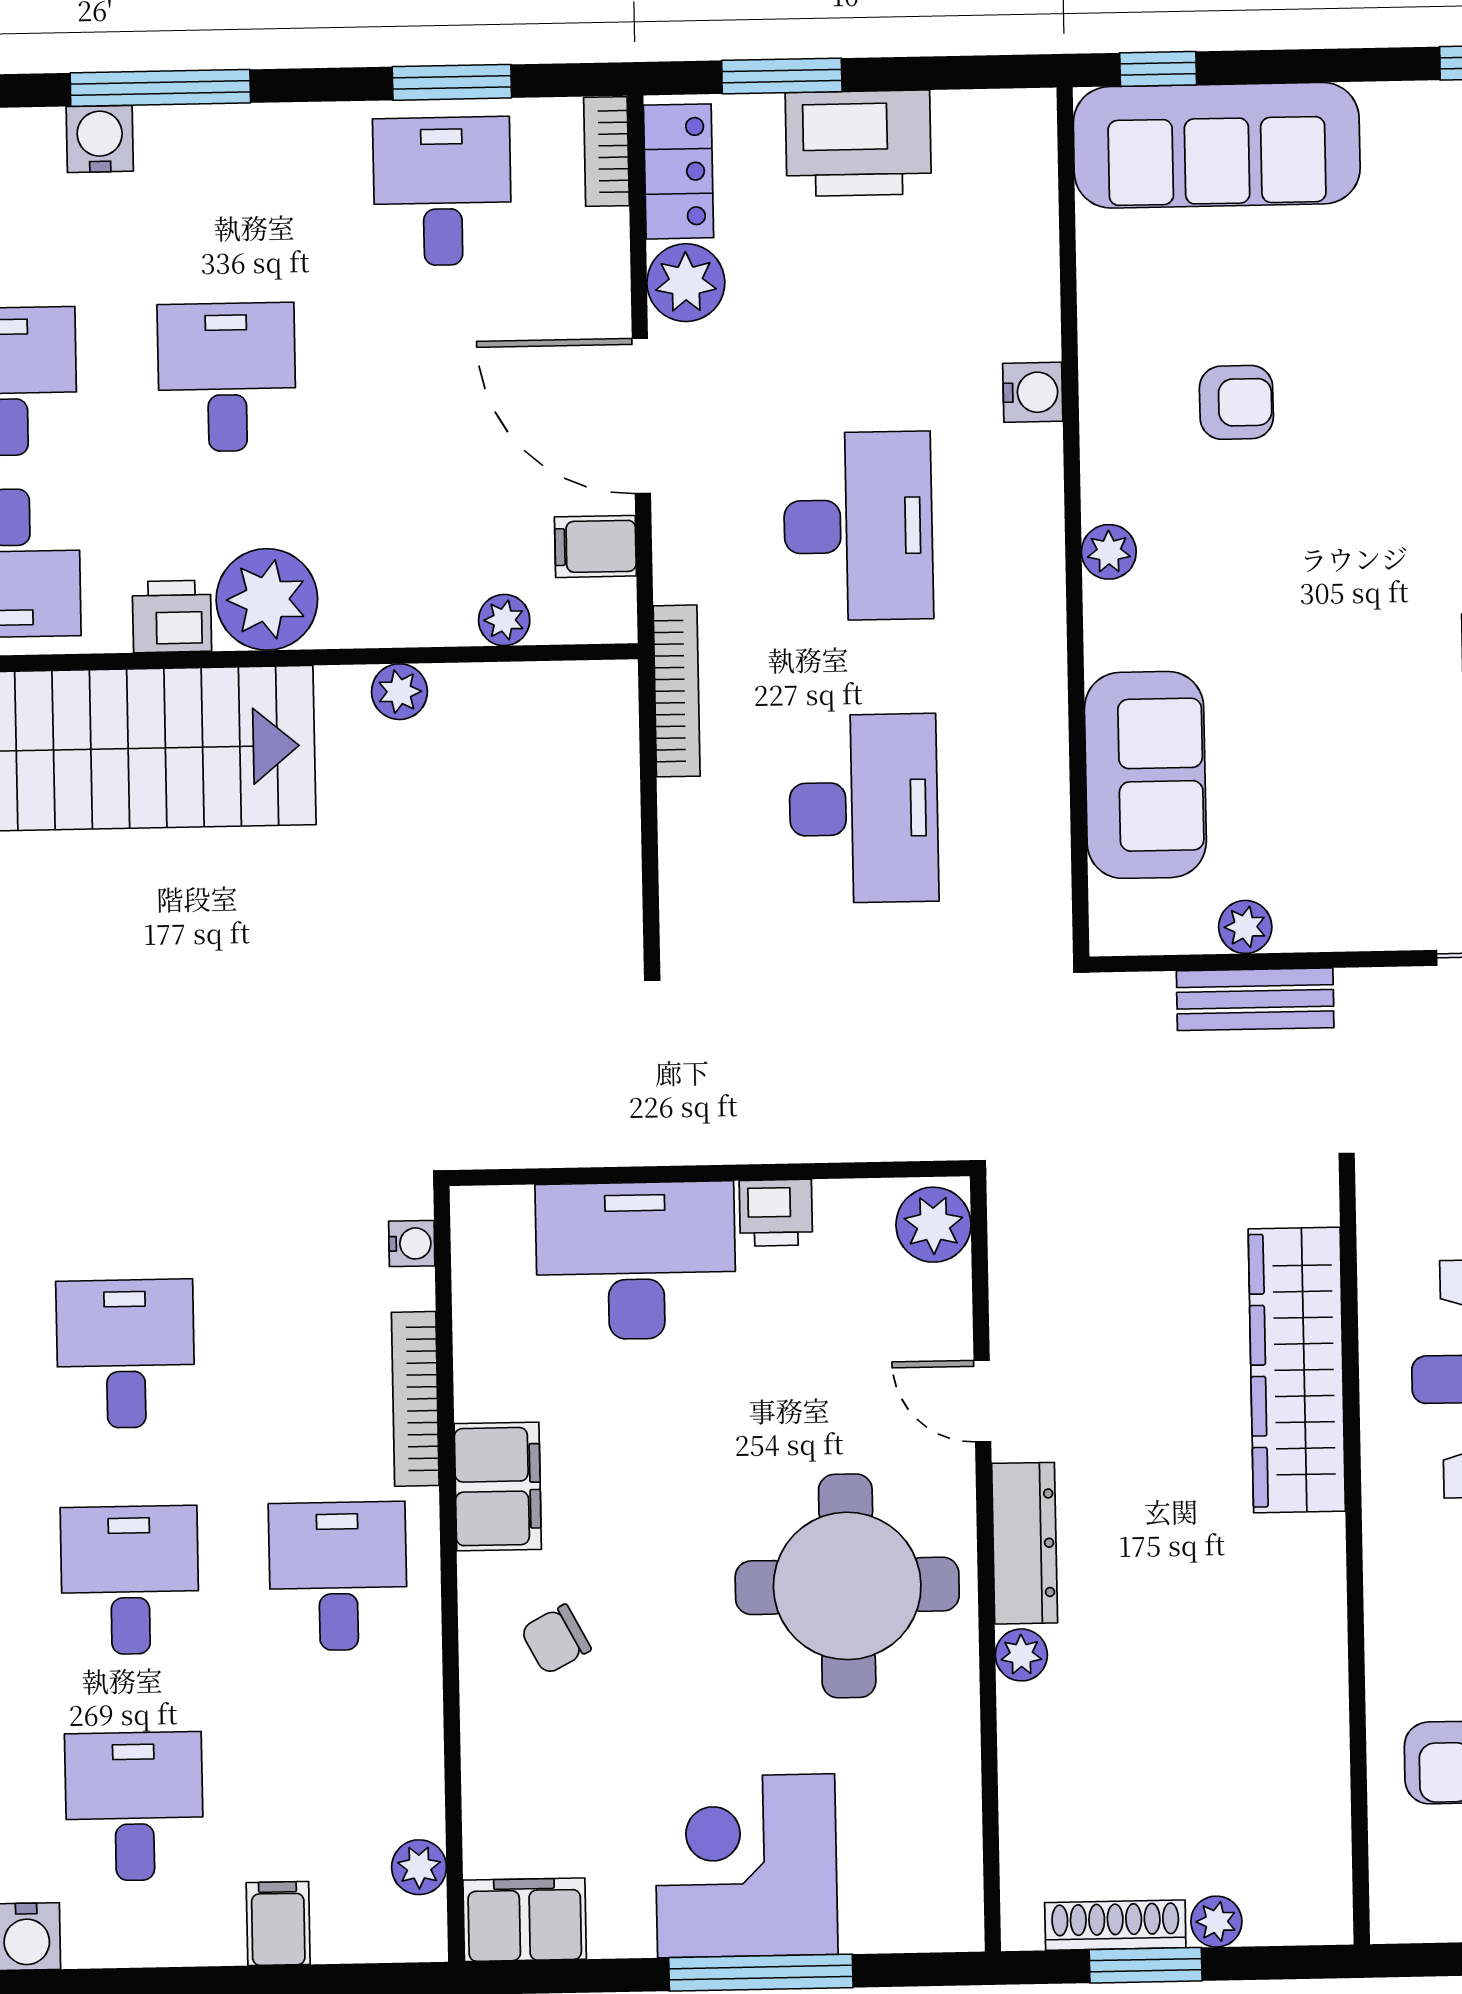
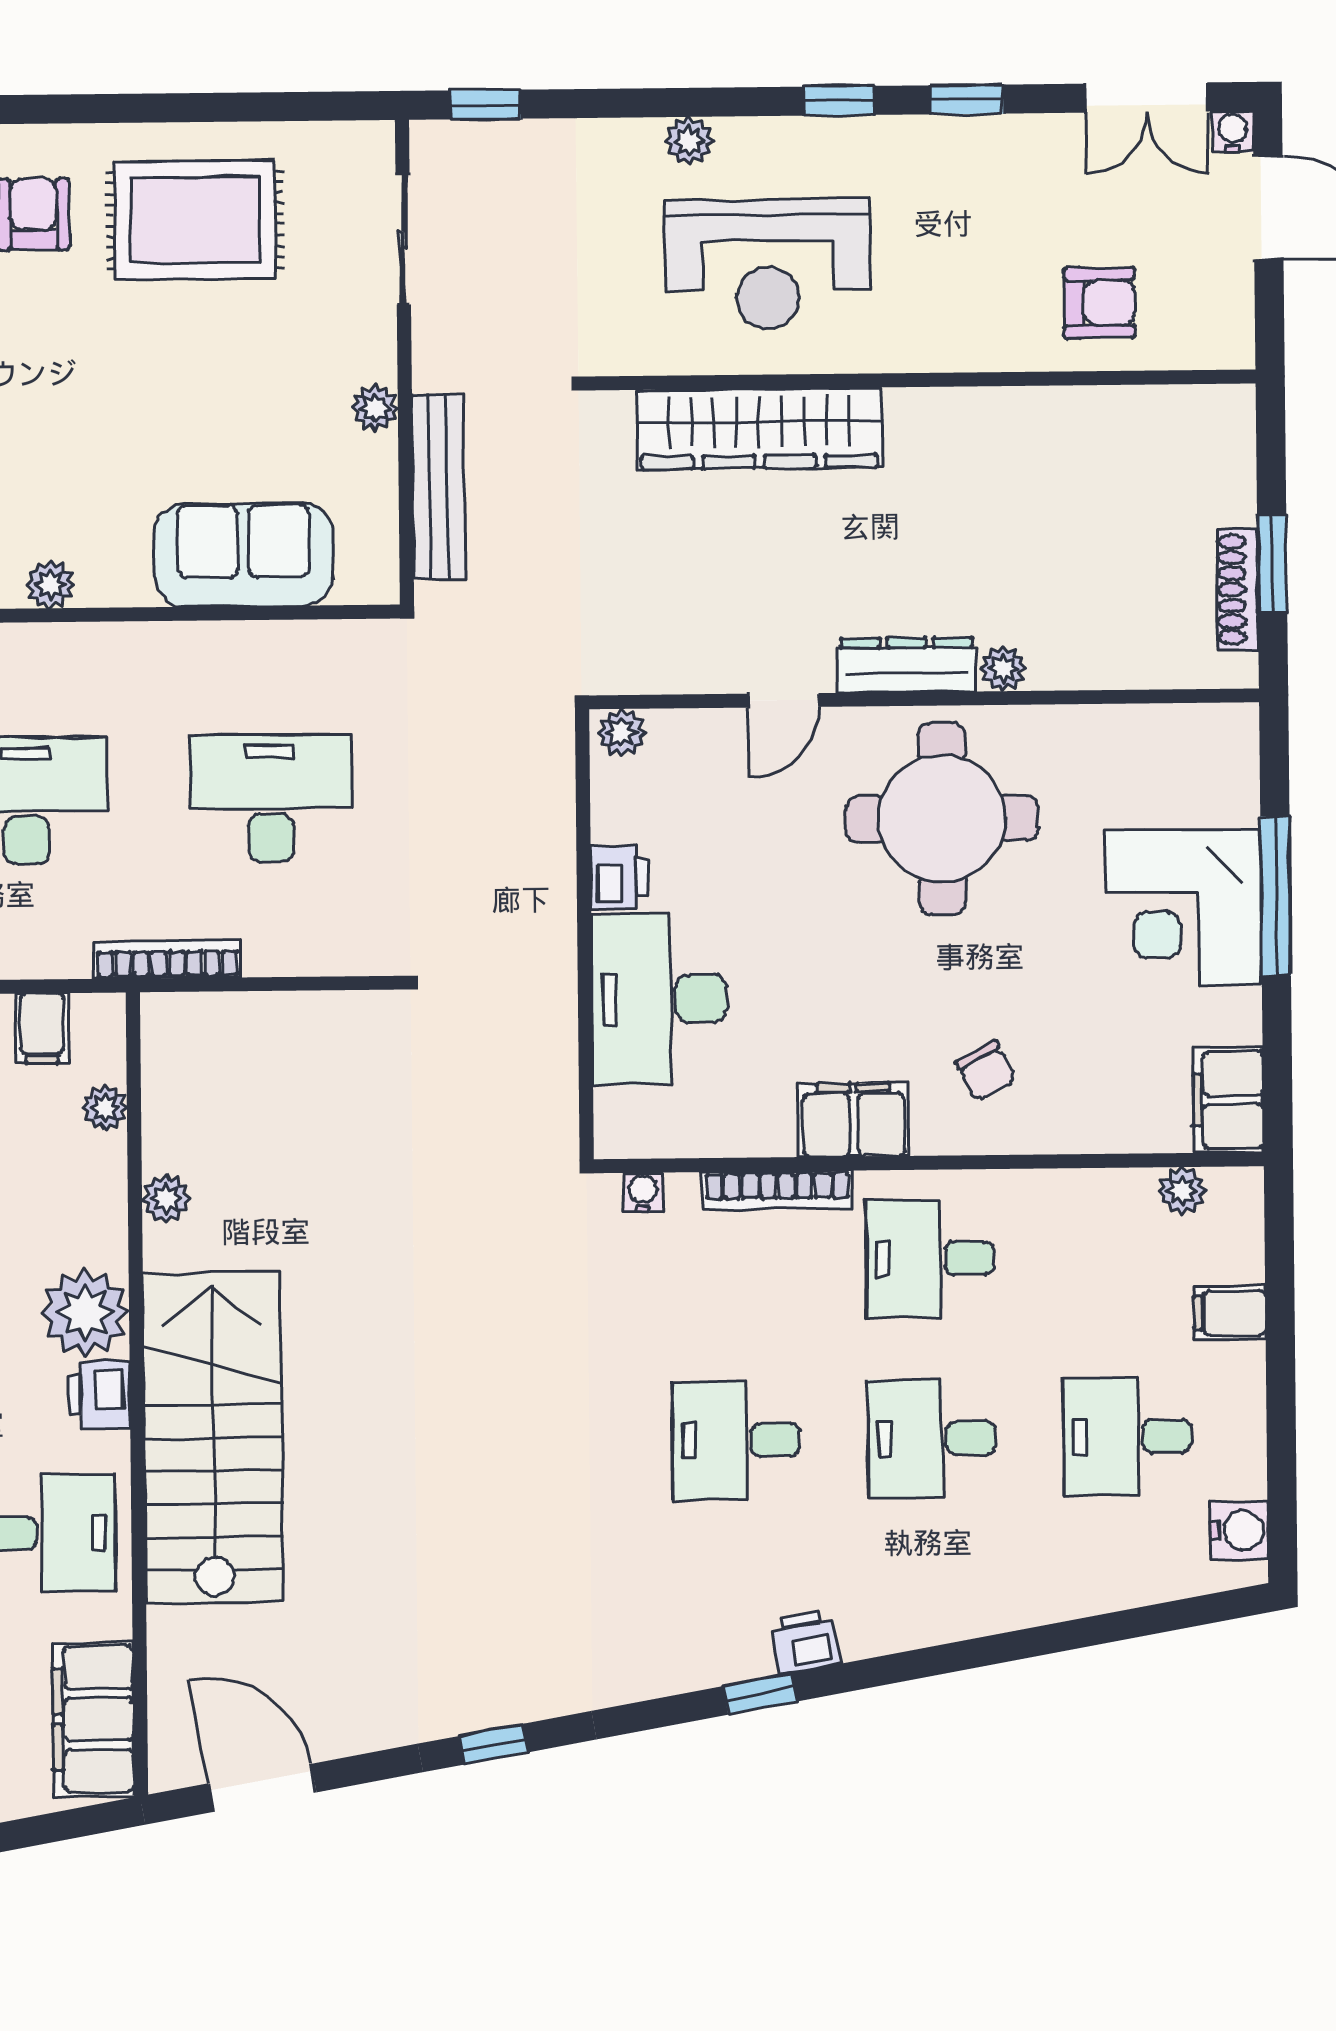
plant: (1245, 927) -> (375, 408), moved
bench: (1255, 999) -> (439, 486), width x1.36
plant: (933, 1225) -> (622, 733), width x0.73, depth x0.73
plant: (1216, 1922) -> (1235, 502), removed

